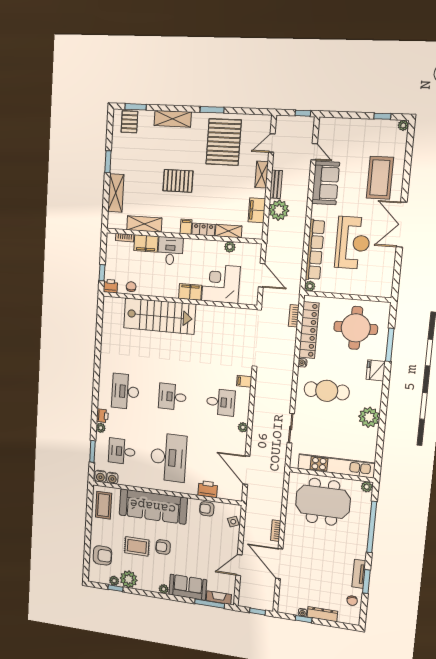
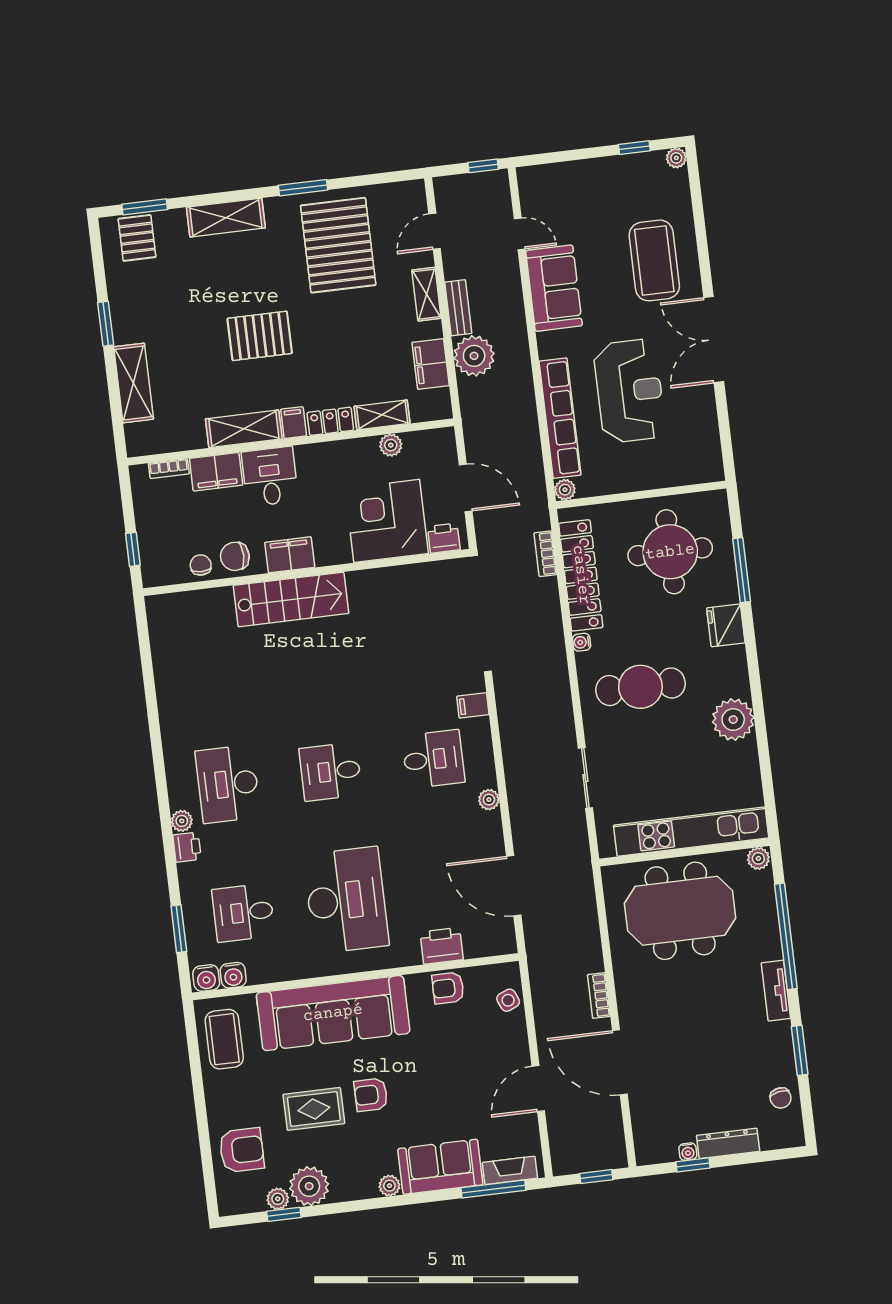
shelving: (144, 224) -> (244, 429), moved
printer: (110, 286) -> (444, 538), moved
chair: (147, 286) -> (235, 556), added
filing cabinet: (190, 292) -> (290, 555), moved
stairs: (159, 316) -> (291, 599), width x0.73, depth x0.66
plant: (101, 428) -> (182, 821), moved
tv unit: (359, 574) -> (776, 991), moved

